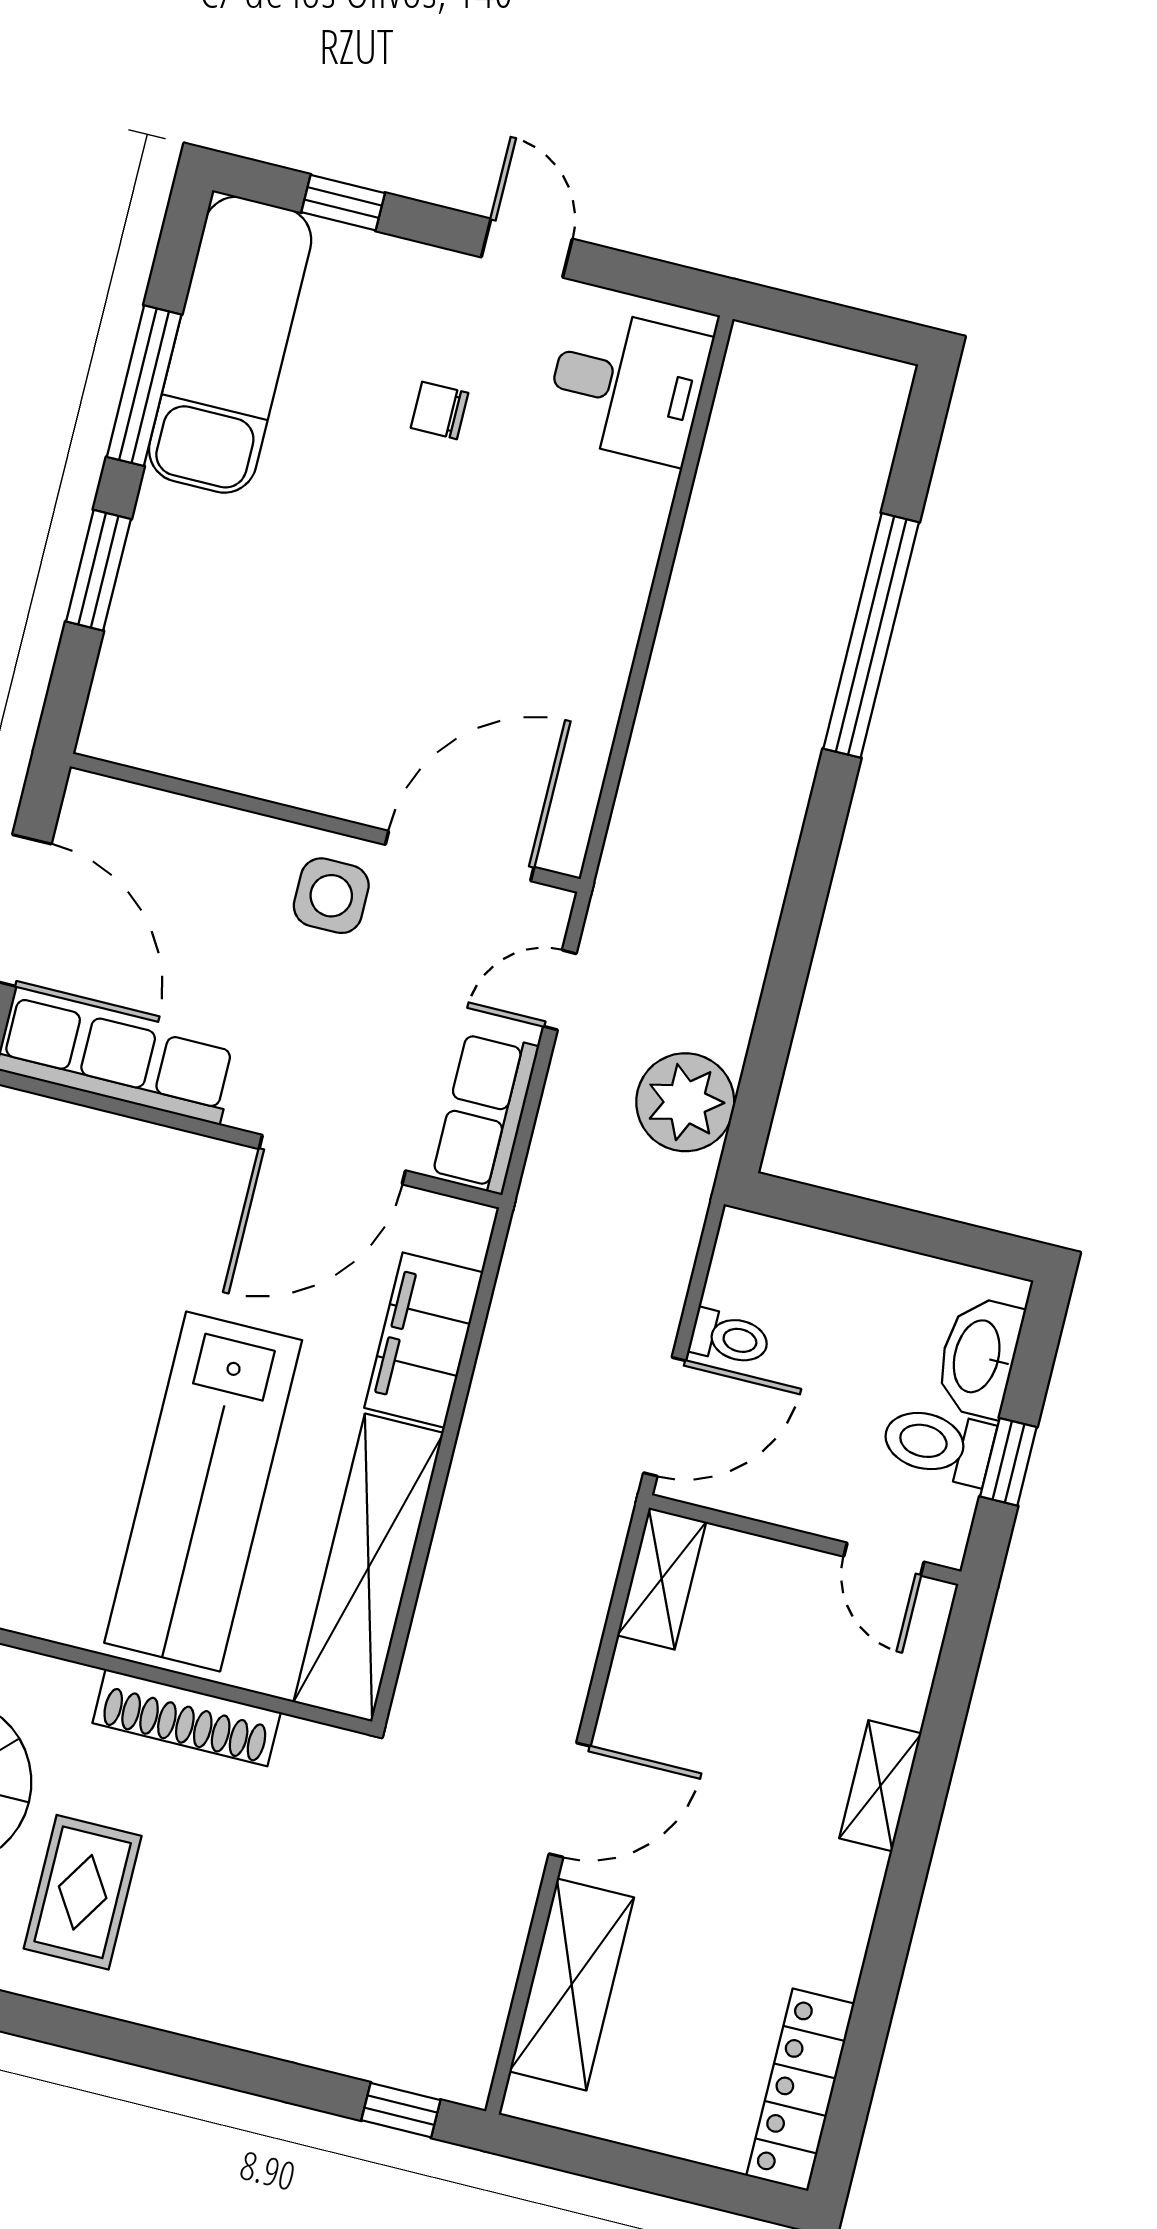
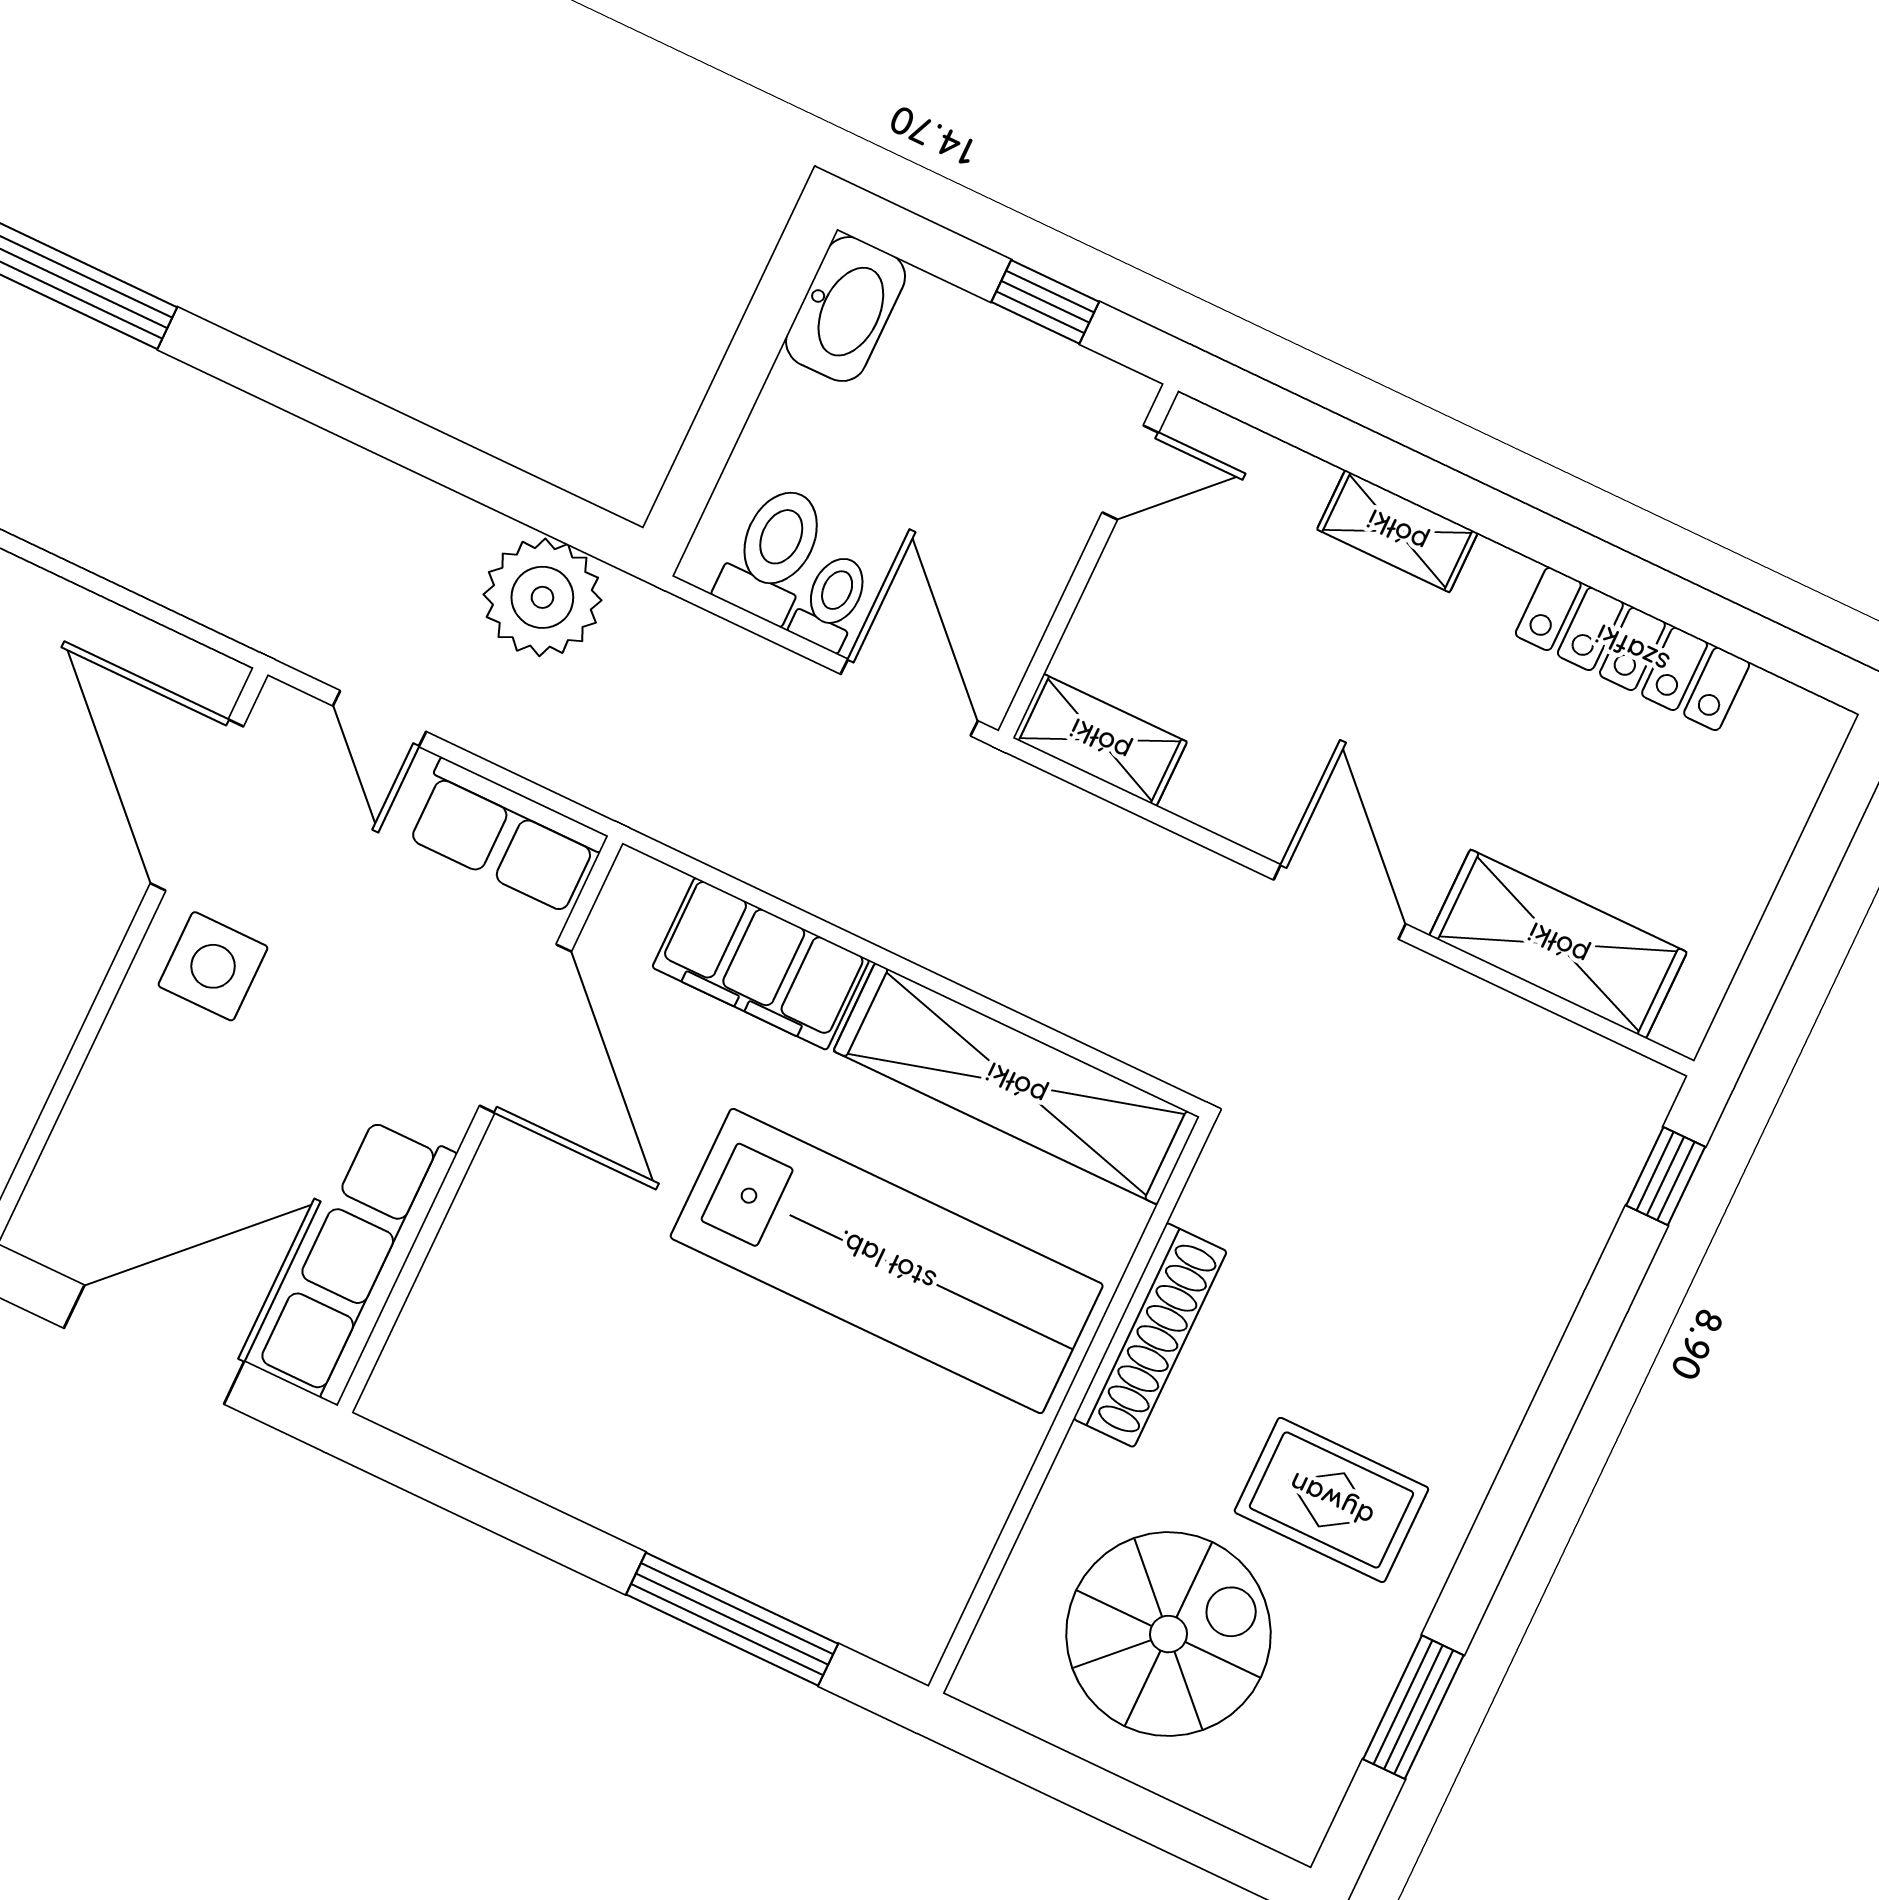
washbasin: (979, 1357) -> (846, 309), moved, turned -90
toilet: (938, 1444) -> (773, 553), moved, turned 180
locker: (800, 2090) -> (1632, 649), moved

